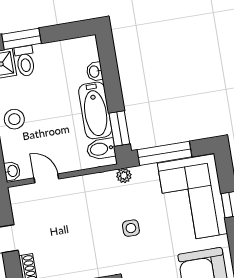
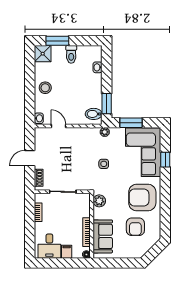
toilet: (25, 61) -> (71, 54), moved
bathtub: (95, 110) -> (94, 91), removed
window: (164, 153) -> (131, 123), width x0.69

